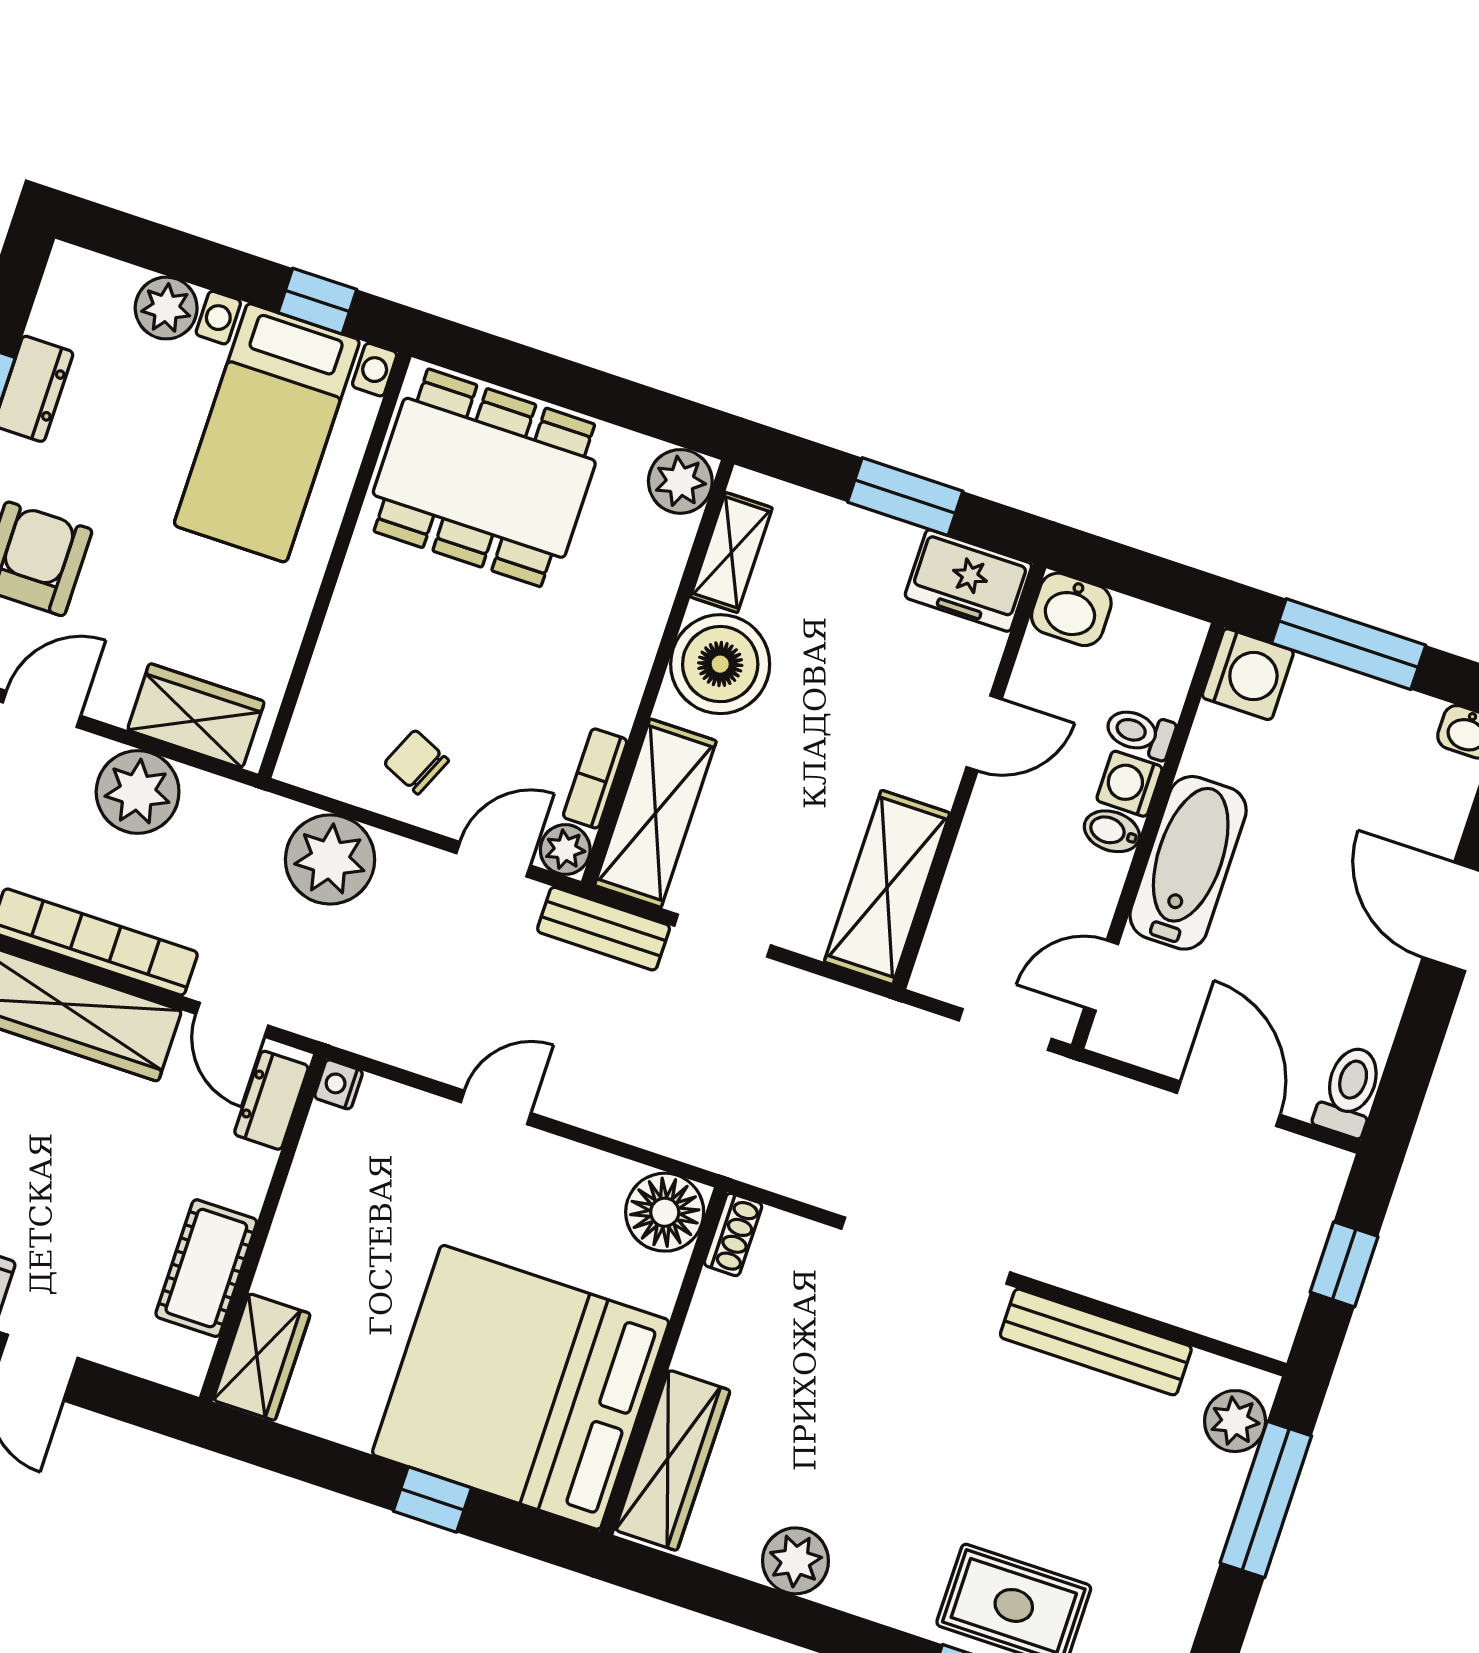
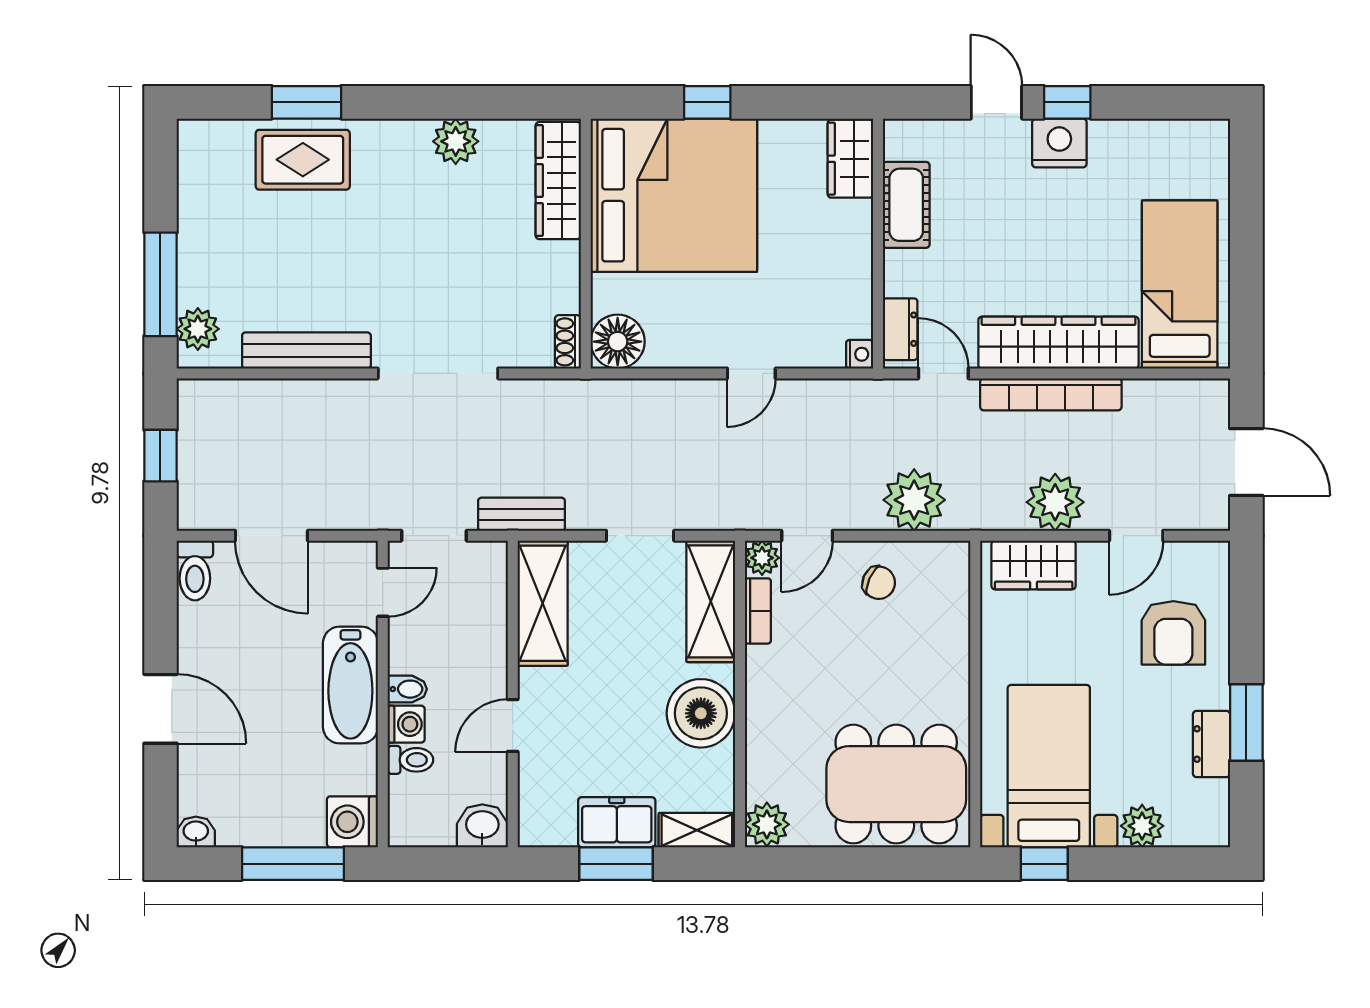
shelving: (731, 552) -> (697, 830), moved, turned 90
freezer: (968, 581) -> (617, 822), moved
bench: (604, 929) -> (521, 514), moved

